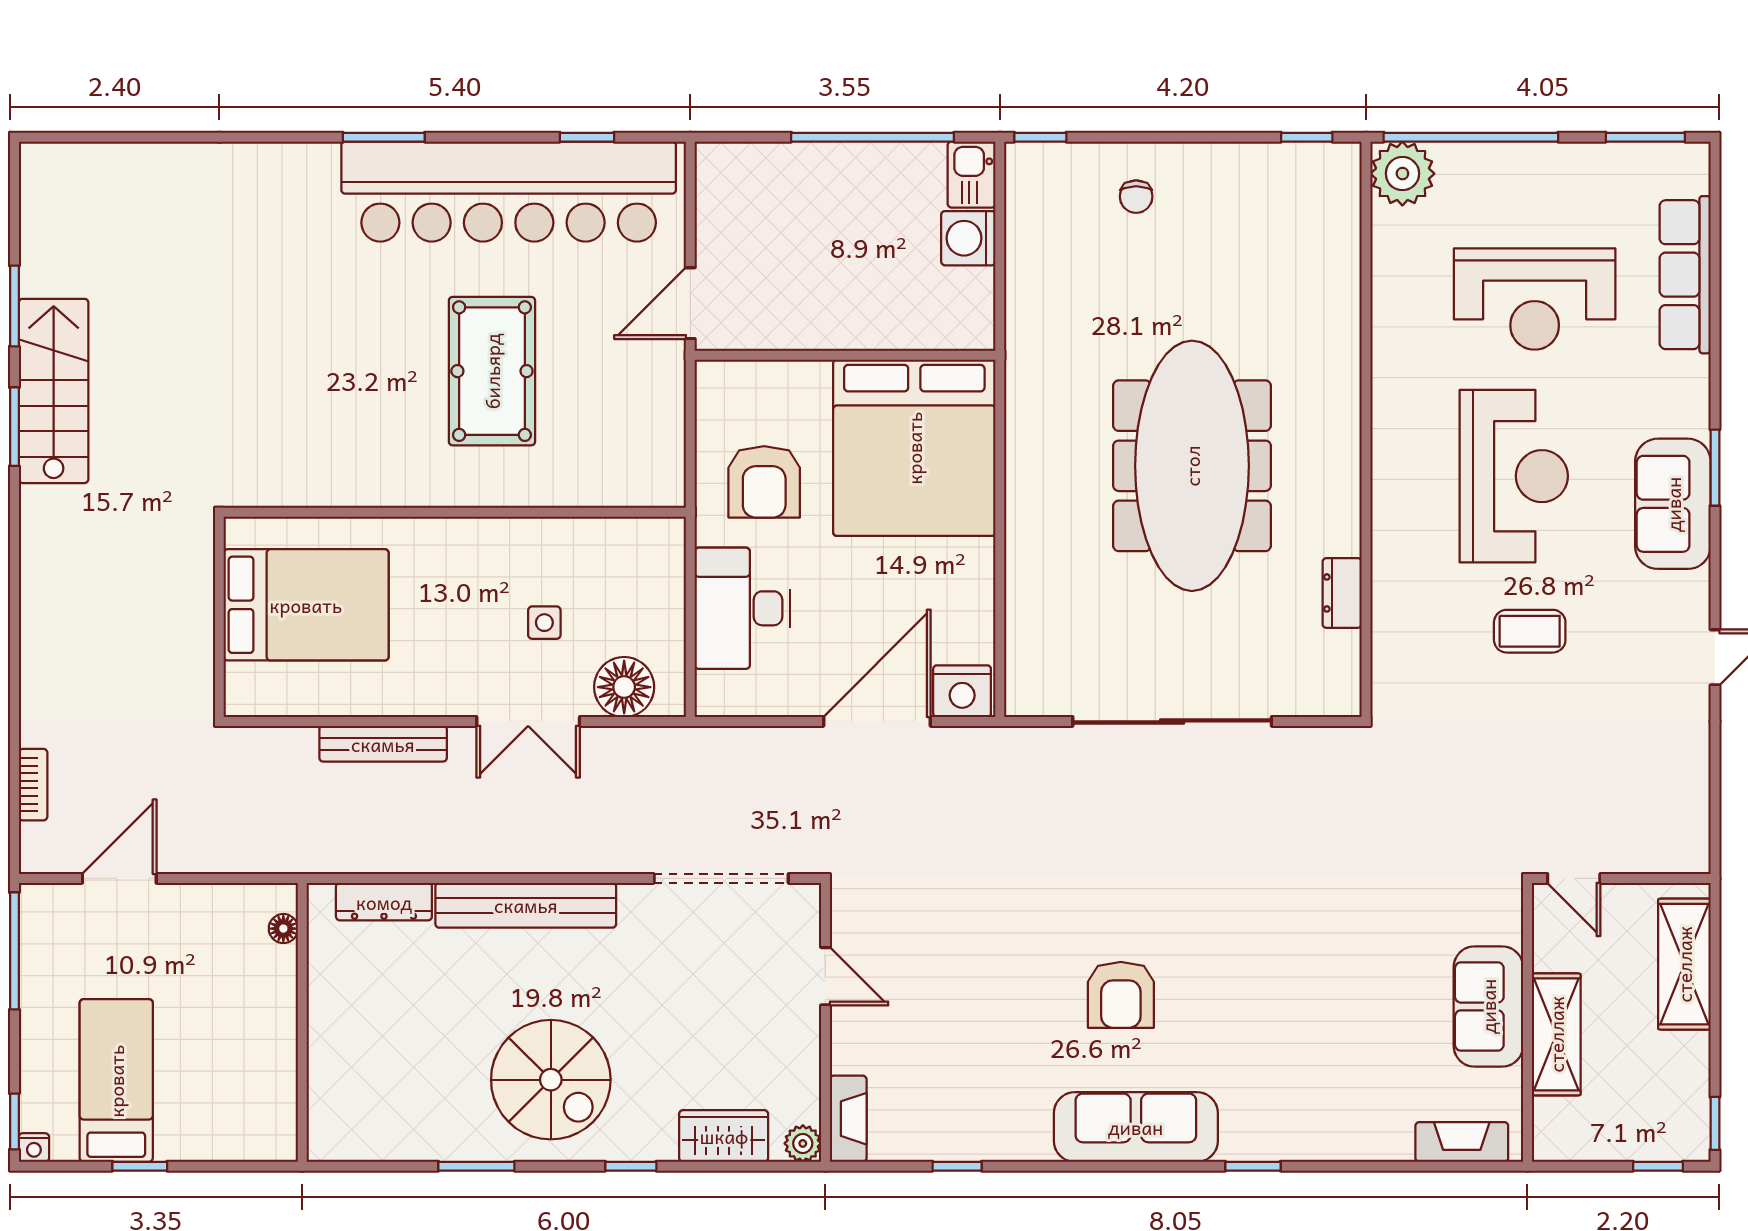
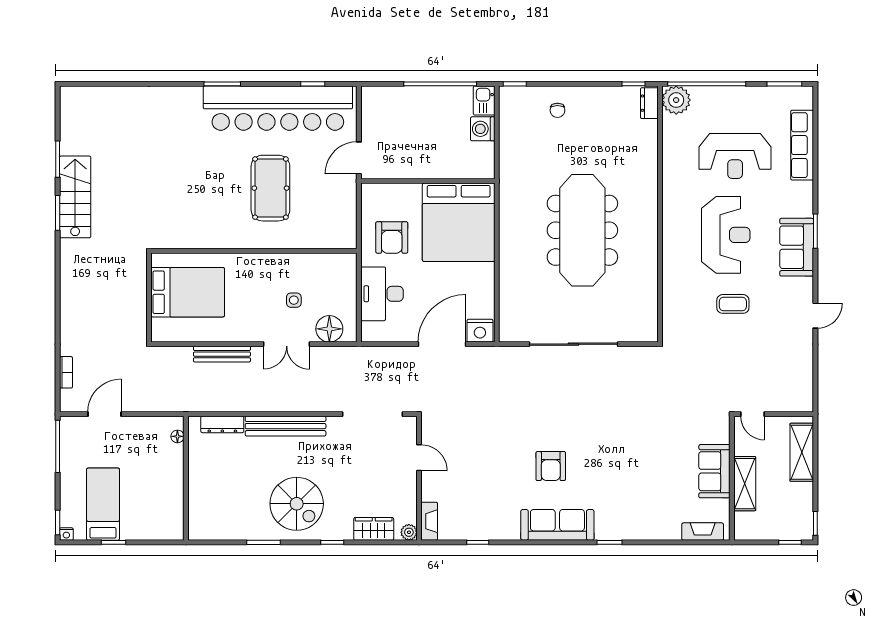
dresser: (1342, 593) -> (649, 103), moved

